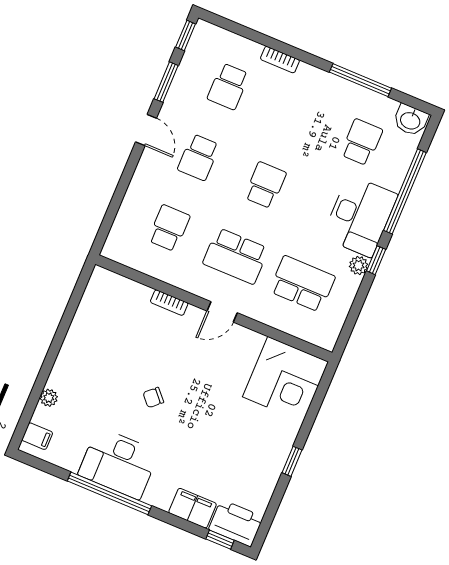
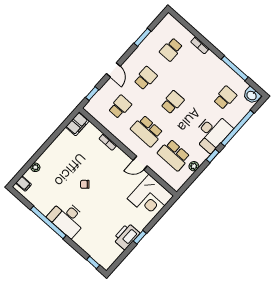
window: (186, 35) -> (92, 94), moved
door: (146, 130) -> (113, 70), moved
school desk: (199, 157) -> (146, 78), turned 180
plant: (359, 265) -> (194, 166), moved
school desk: (302, 284) -> (174, 155), turned 180
door: (222, 312) -> (140, 163), moved
desk: (119, 463) -> (67, 218), moved
filing cabinet: (193, 508) -> (77, 124), moved, turned 90
printer: (236, 523) -> (126, 236), moved, turned -90

